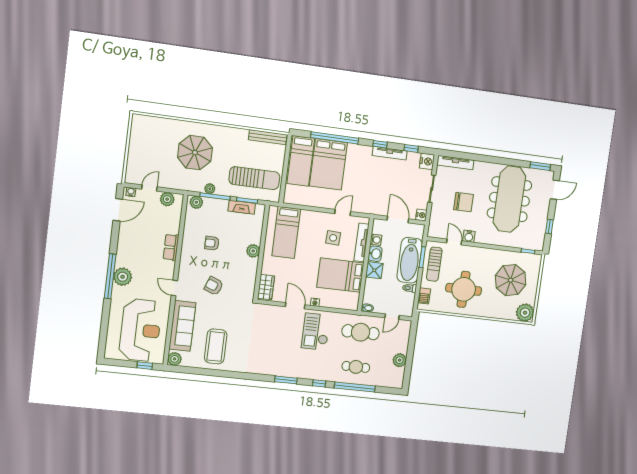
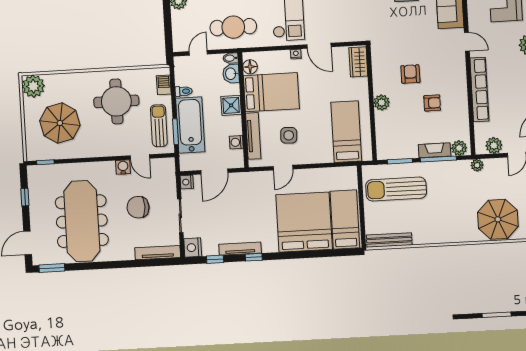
window: (335, 138) -> (310, 254), removed
parasol: (195, 153) -> (498, 219), moved
bed: (328, 164) -> (304, 222), width x1.36
plant: (210, 189) -> (477, 165), moved
fireplace: (242, 207) -> (435, 150), moved
door: (398, 220) -> (214, 171), hinge flipped
row of seats: (171, 247) -> (479, 89), width x2.02
washbasin: (375, 254) -> (231, 74), moved
armchair: (214, 286) -> (410, 74), moved, turned -111
floor lamp: (353, 298) -> (250, 67), added

